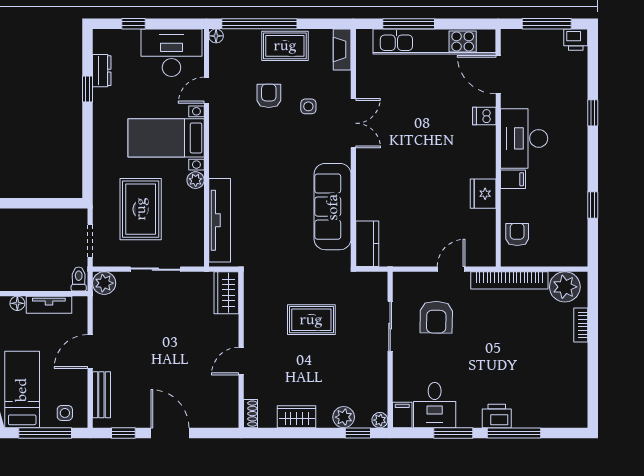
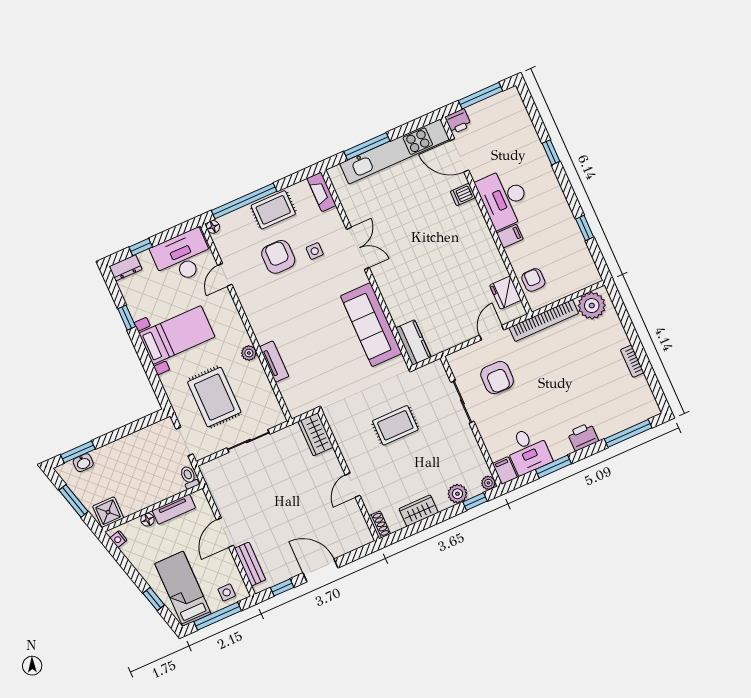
printer: (576, 40) -> (458, 121), moved
dresser: (102, 71) -> (126, 268), moved, turned 90
armchair: (269, 96) -> (278, 257), width x1.38, depth x1.38
bed with nightstands: (166, 138) -> (177, 335), moved, turned 180
fridge: (483, 194) -> (505, 293), moved
tv unit: (220, 220) -> (274, 362), width x0.52, depth x0.78
plant: (104, 283) -> (211, 471), removed
bookcase: (581, 325) -> (632, 361), moved
window: (514, 433) -> (628, 433), moved

